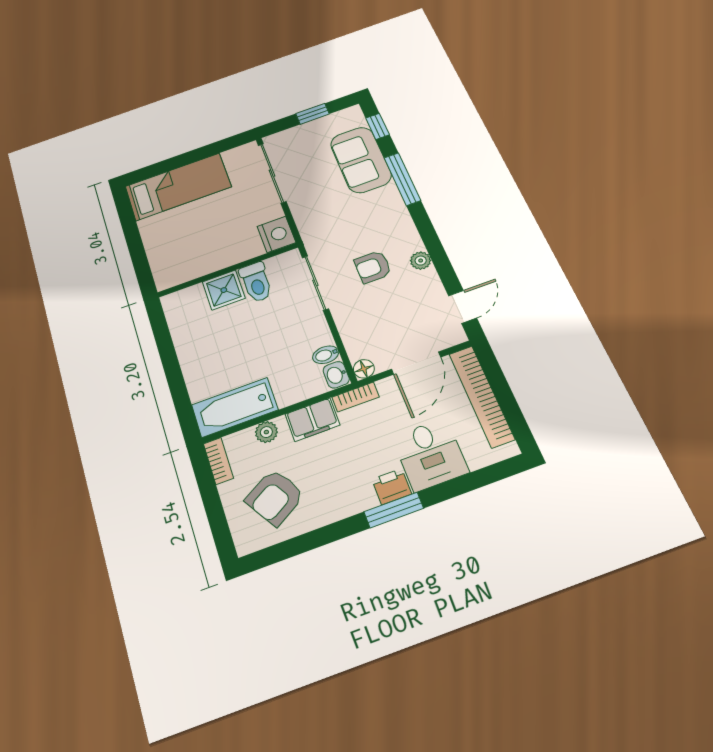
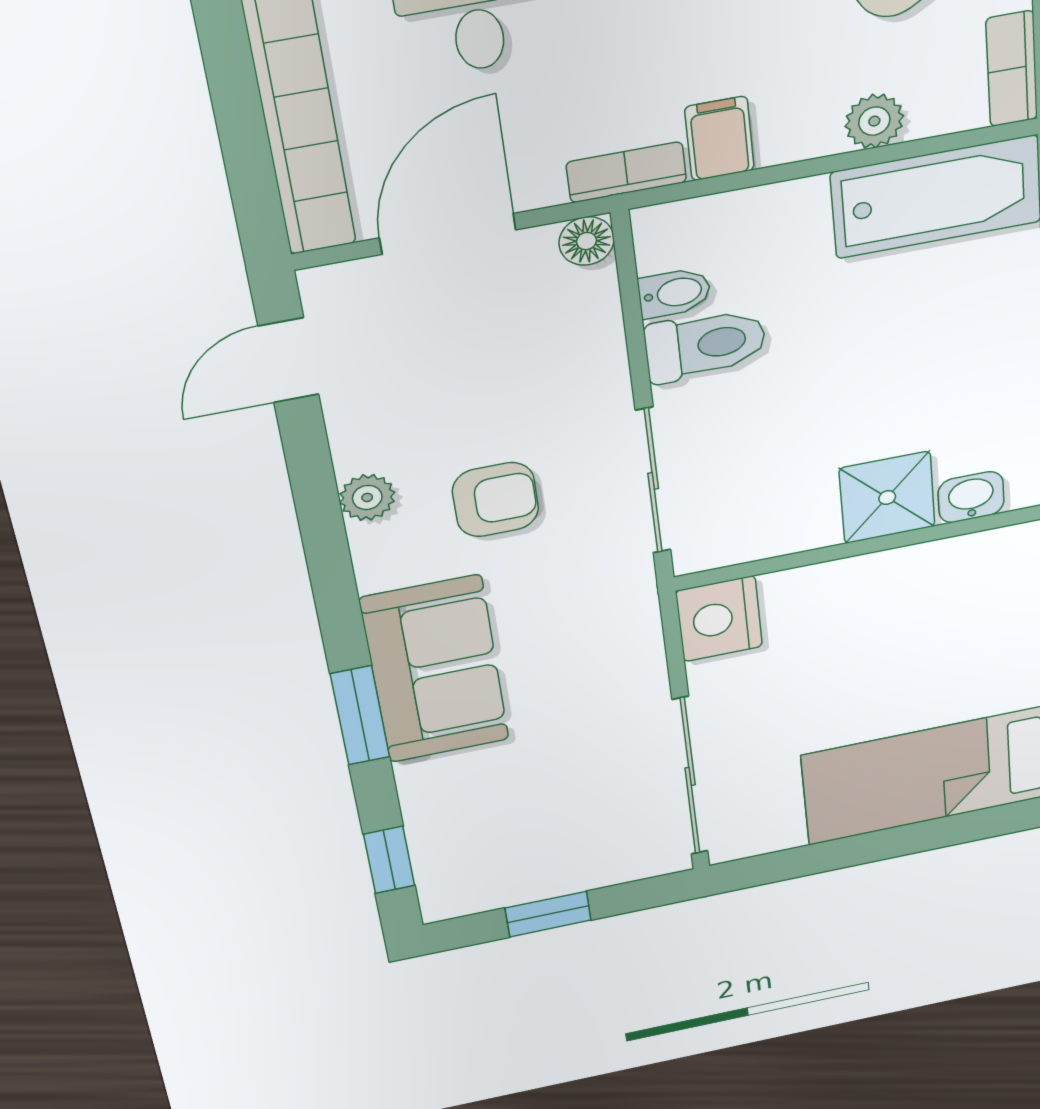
sofa: (361, 160) -> (435, 670), moved
window: (402, 179) -> (360, 716), width x0.69
toilet: (256, 282) -> (705, 345), moved, turned 90
washbasin: (336, 375) -> (971, 497), moved, turned -90
filing cabinet: (313, 420) -> (719, 139), width x0.50

